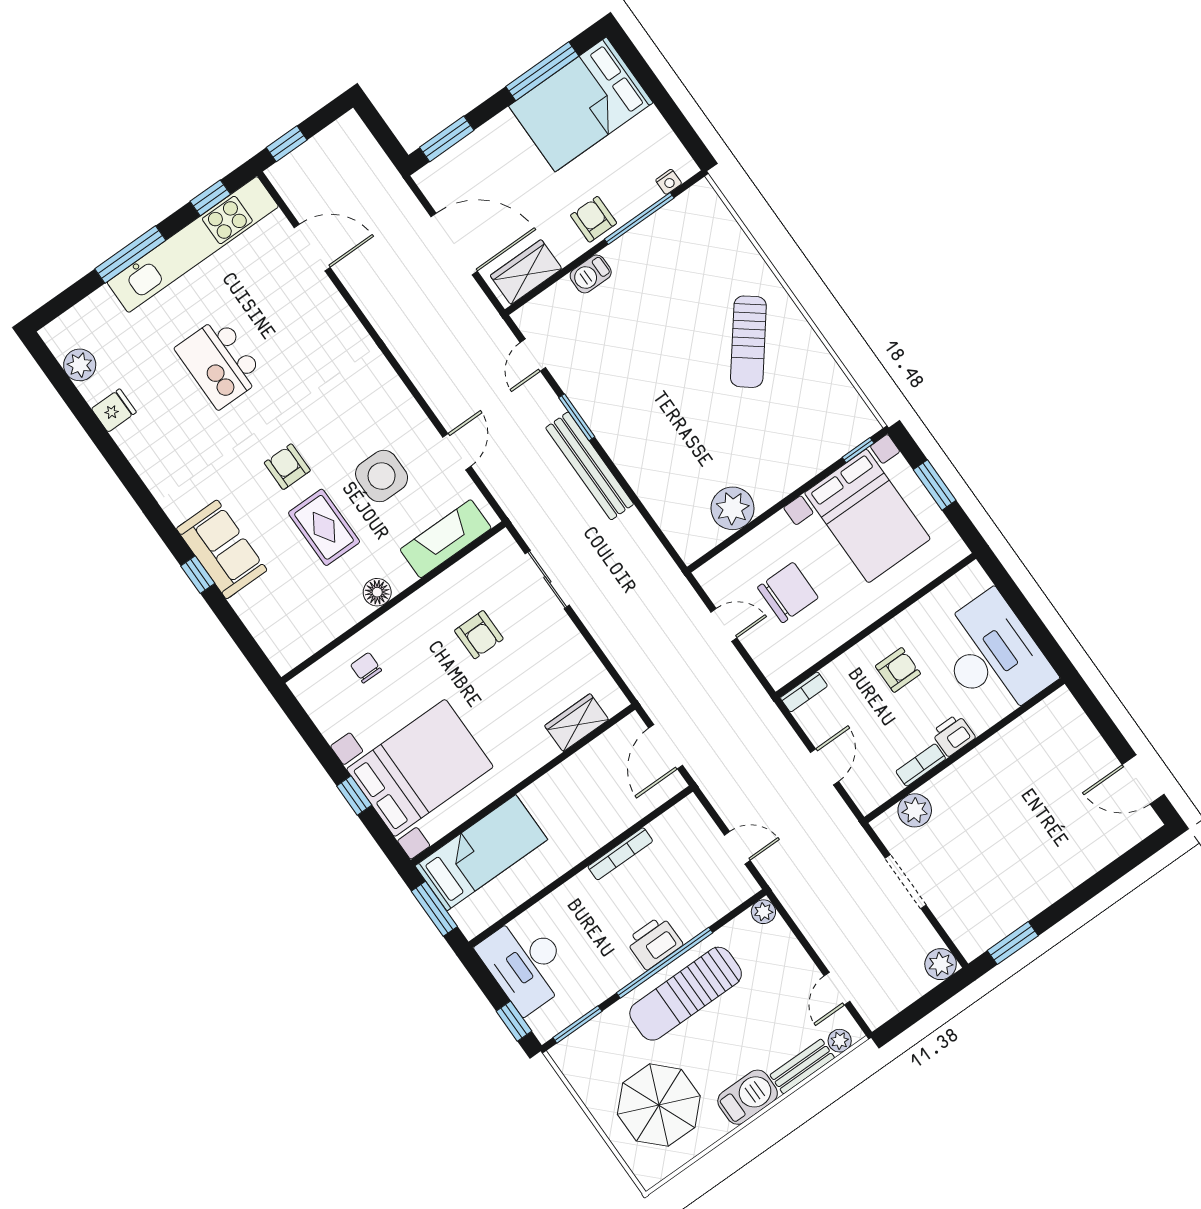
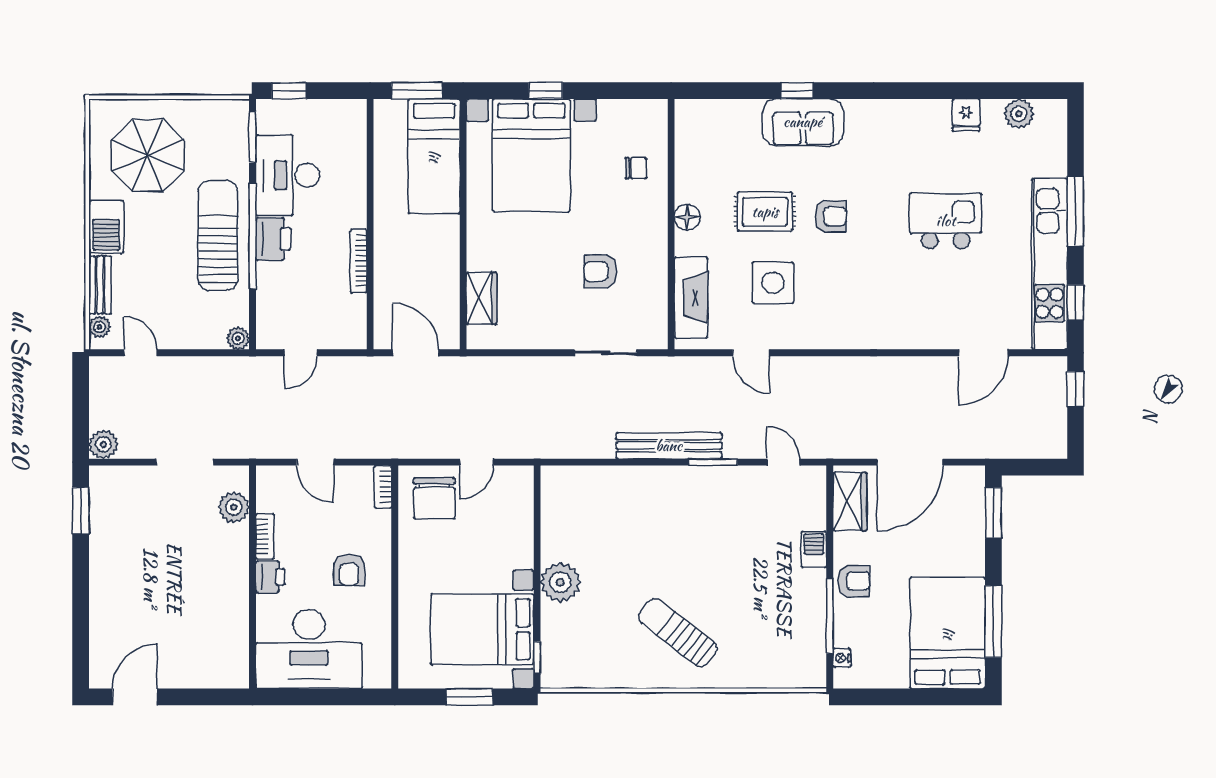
plant: (732, 508) -> (560, 582), moved
chair: (788, 593) -> (434, 498), moved
desk: (526, 963) -> (288, 175), moved, turned -90

